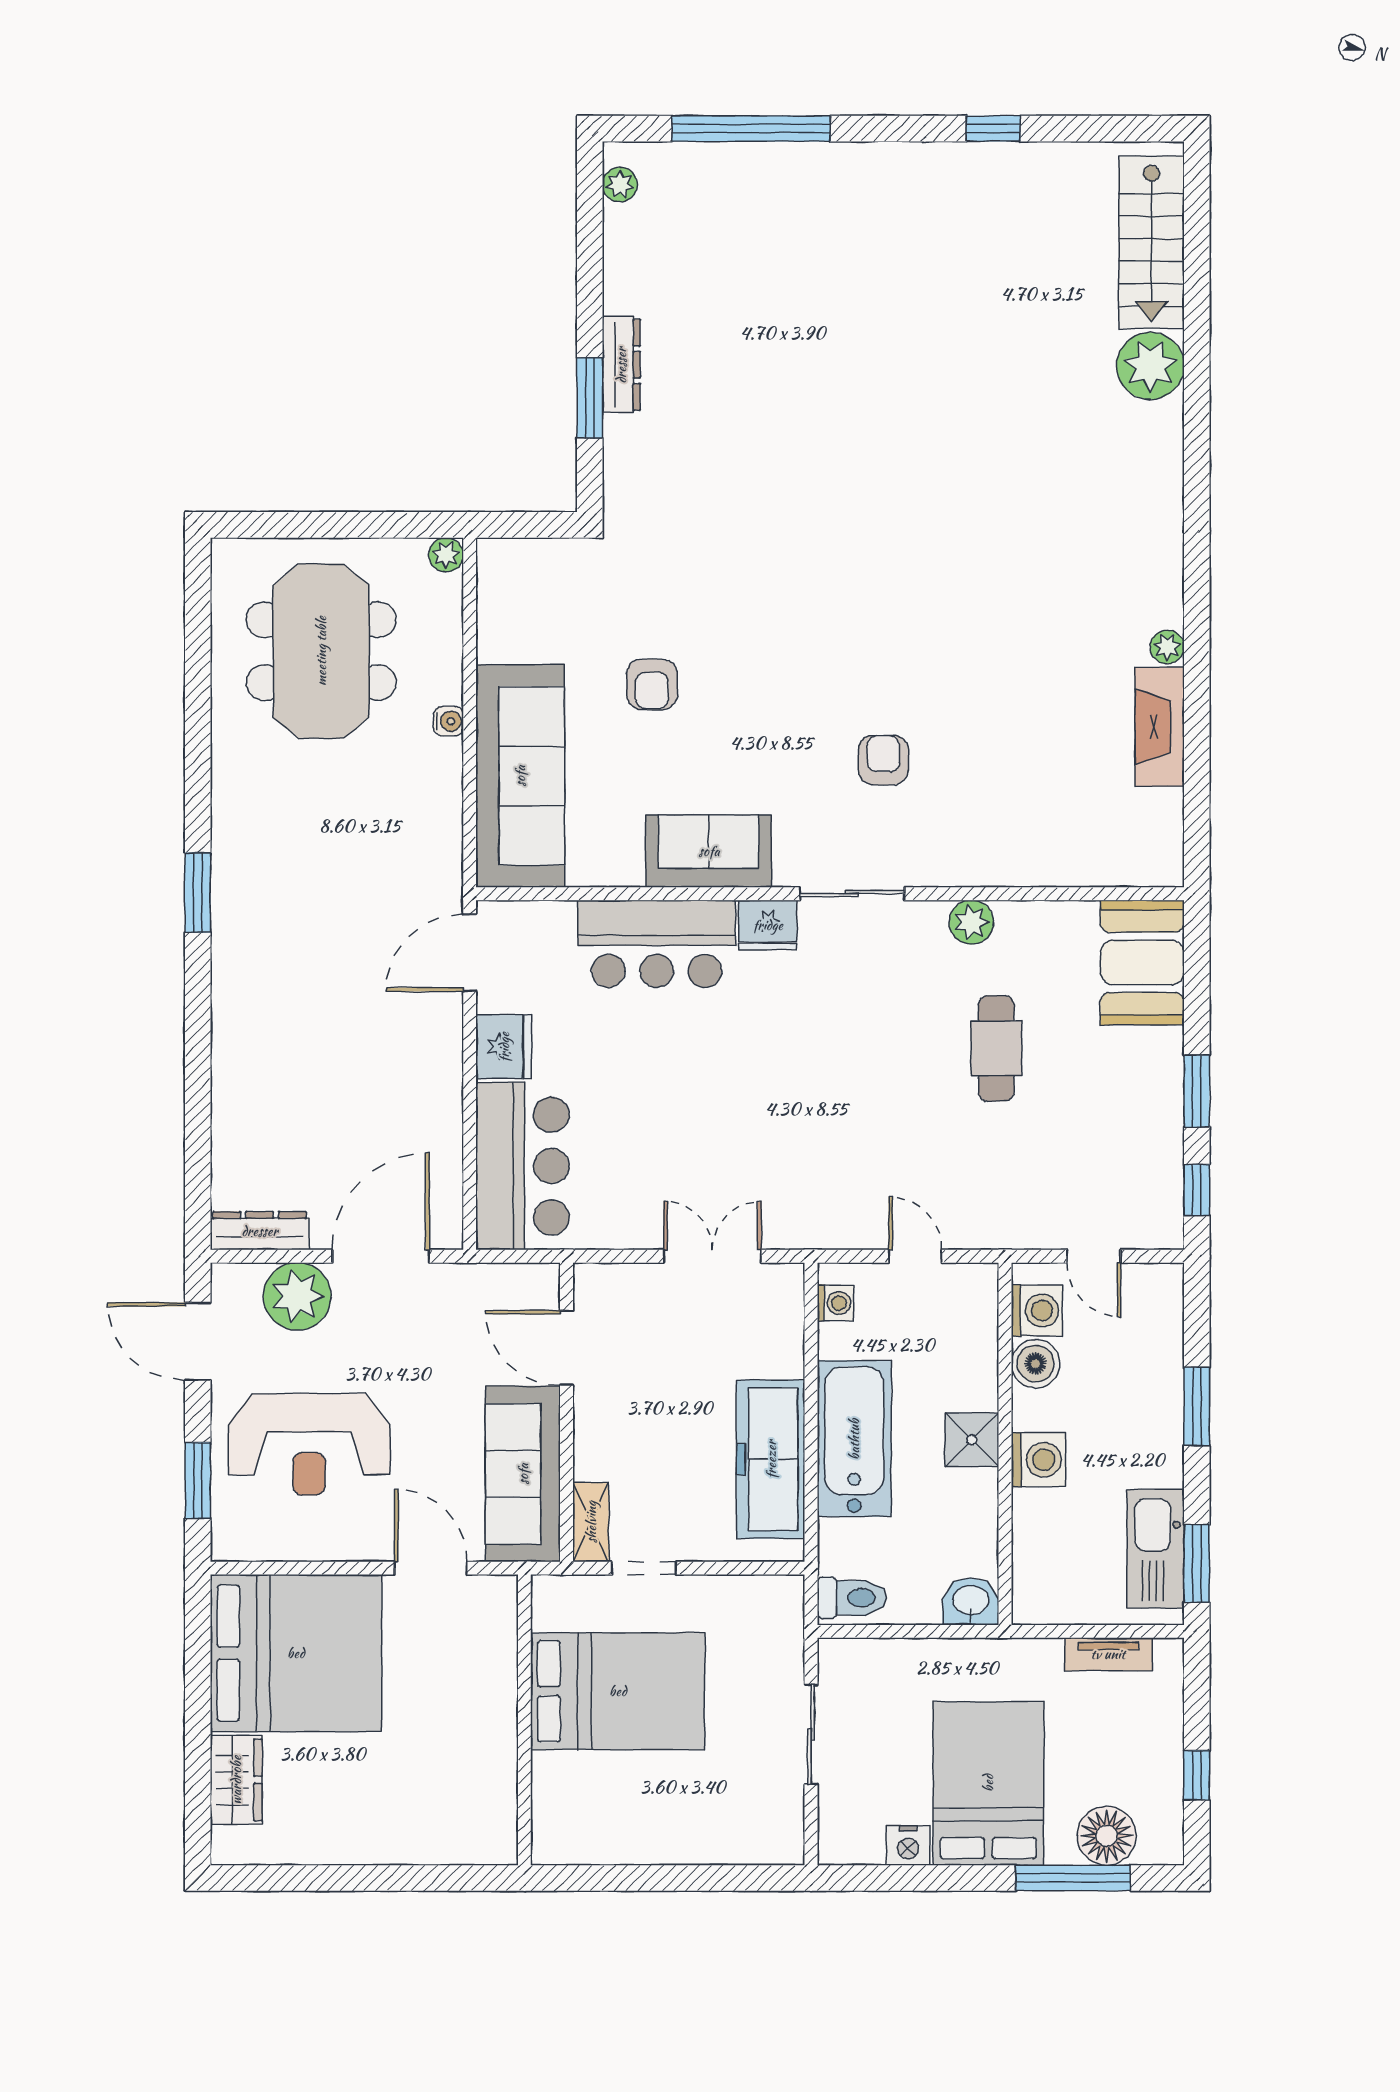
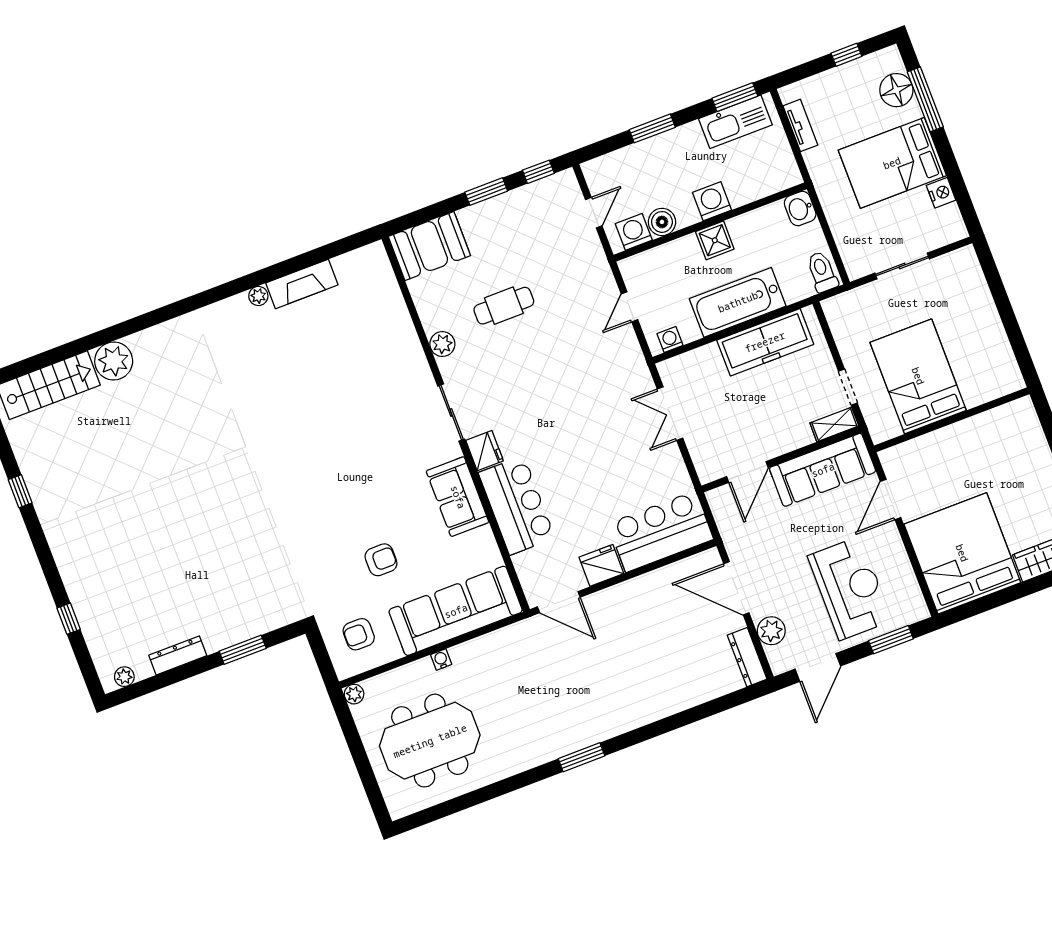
window: (751, 129) -> (69, 619), width x0.32
dresser: (621, 365) -> (178, 655), moved
armchair: (883, 760) -> (359, 634), moved
plant: (297, 1296) -> (771, 631), width x0.73, depth x0.73

